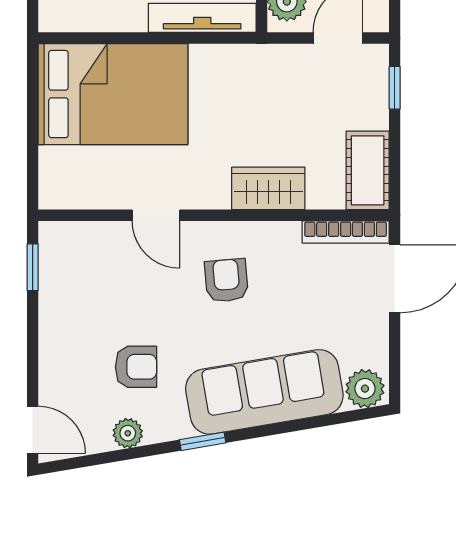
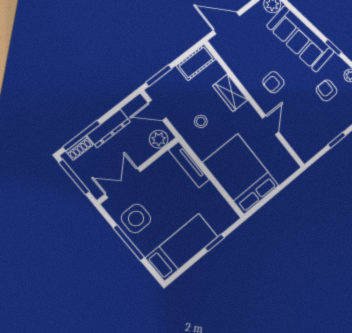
window: (395, 88) -> (159, 76), width x1.50
stool: (260, 97) -> (201, 121), added
bookcase: (346, 232) -> (224, 53), removed
window: (33, 267) -> (337, 140), moved

